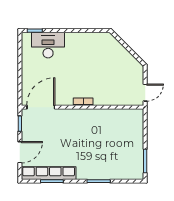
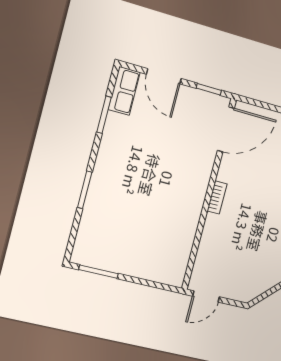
door: (145, 93) -> (206, 296), hinge flipped
door: (41, 107) -> (226, 129), hinge flipped
row of seats: (49, 173) -> (124, 91), width x0.50

